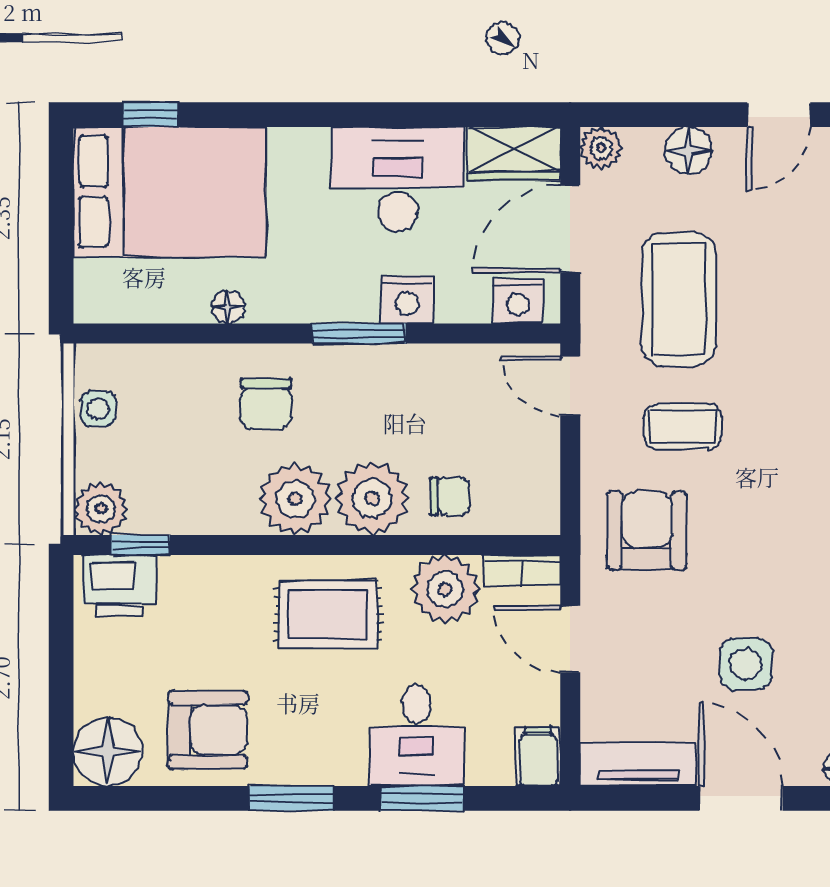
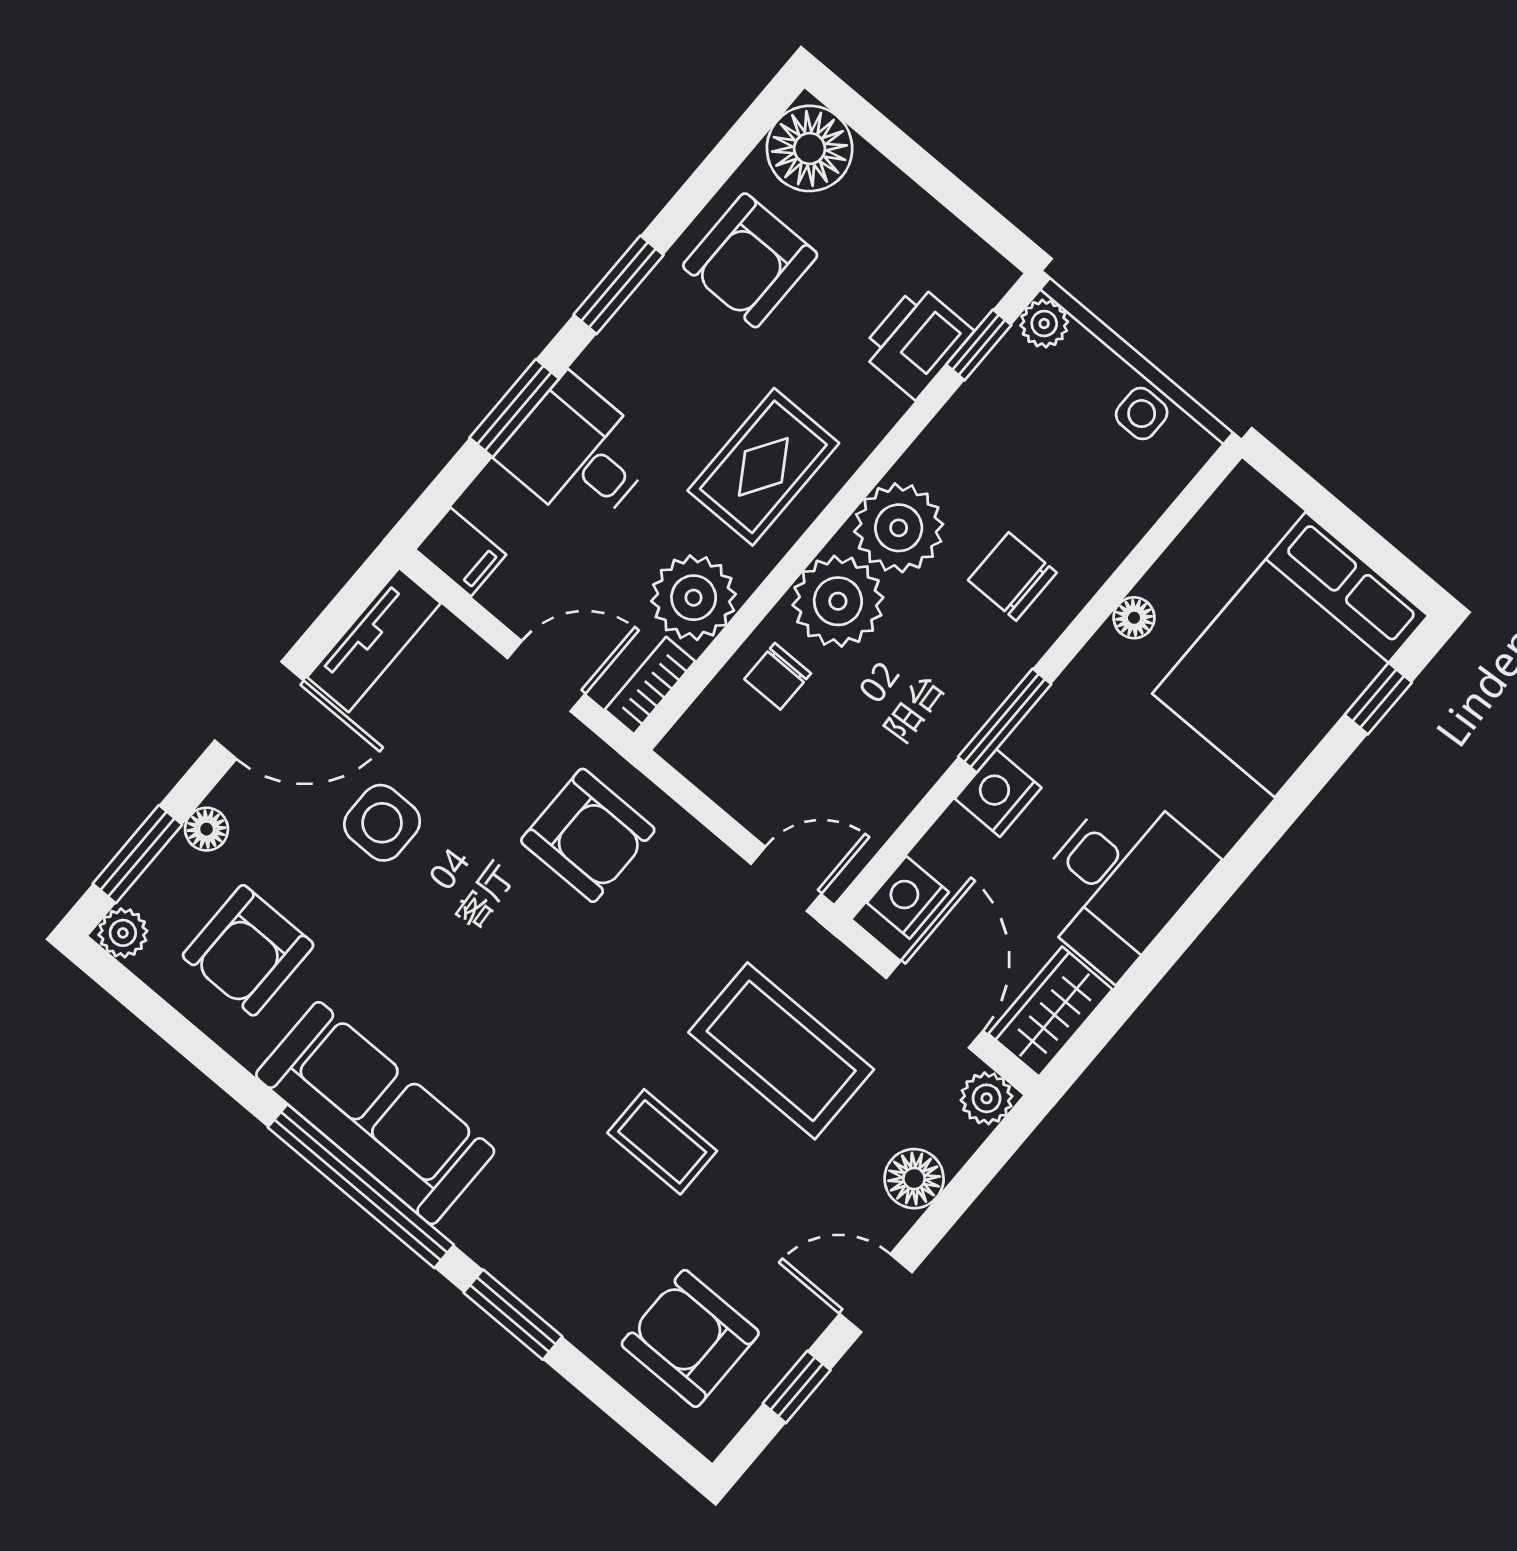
door: (779, 115) -> (876, 1293), hinge flipped
coffee table: (683, 427) -> (662, 1142), moved, turned 90
plant: (101, 509) -> (1044, 324), width x0.73, depth x0.73
printer: (119, 585) -> (916, 341), moved

